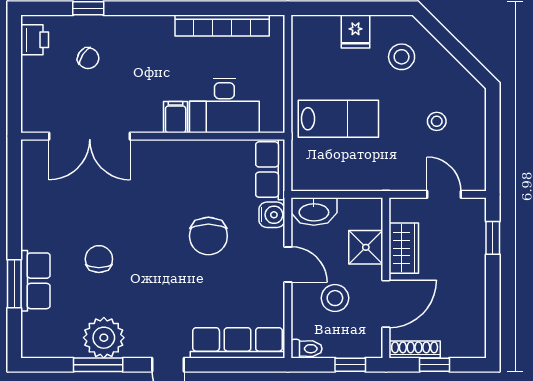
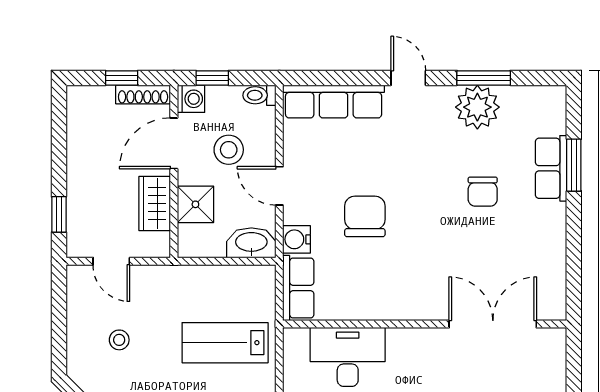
filing cabinet: (176, 117) -> (400, 344), removed
washing machine: (370, 345) -> (191, 99), added

